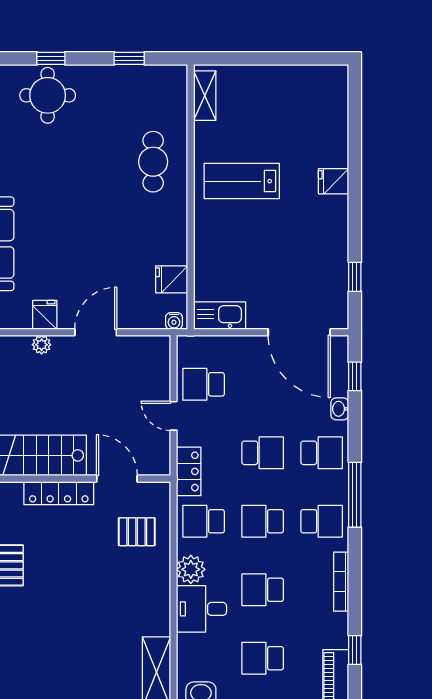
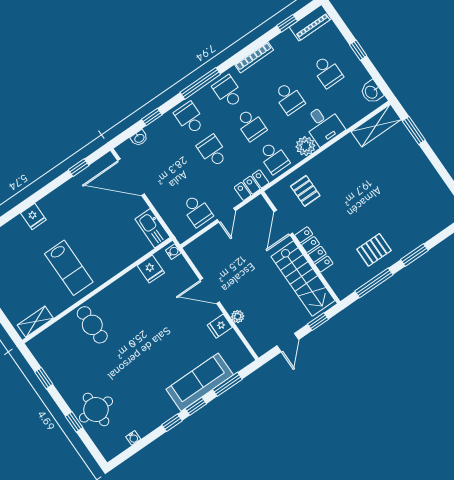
cafe table: (153, 162) -> (92, 325), turned 90
door: (299, 332) -> (131, 177), swing flipped
window: (355, 376) -> (152, 117), moved
washbasin: (340, 409) -> (139, 138), moved

